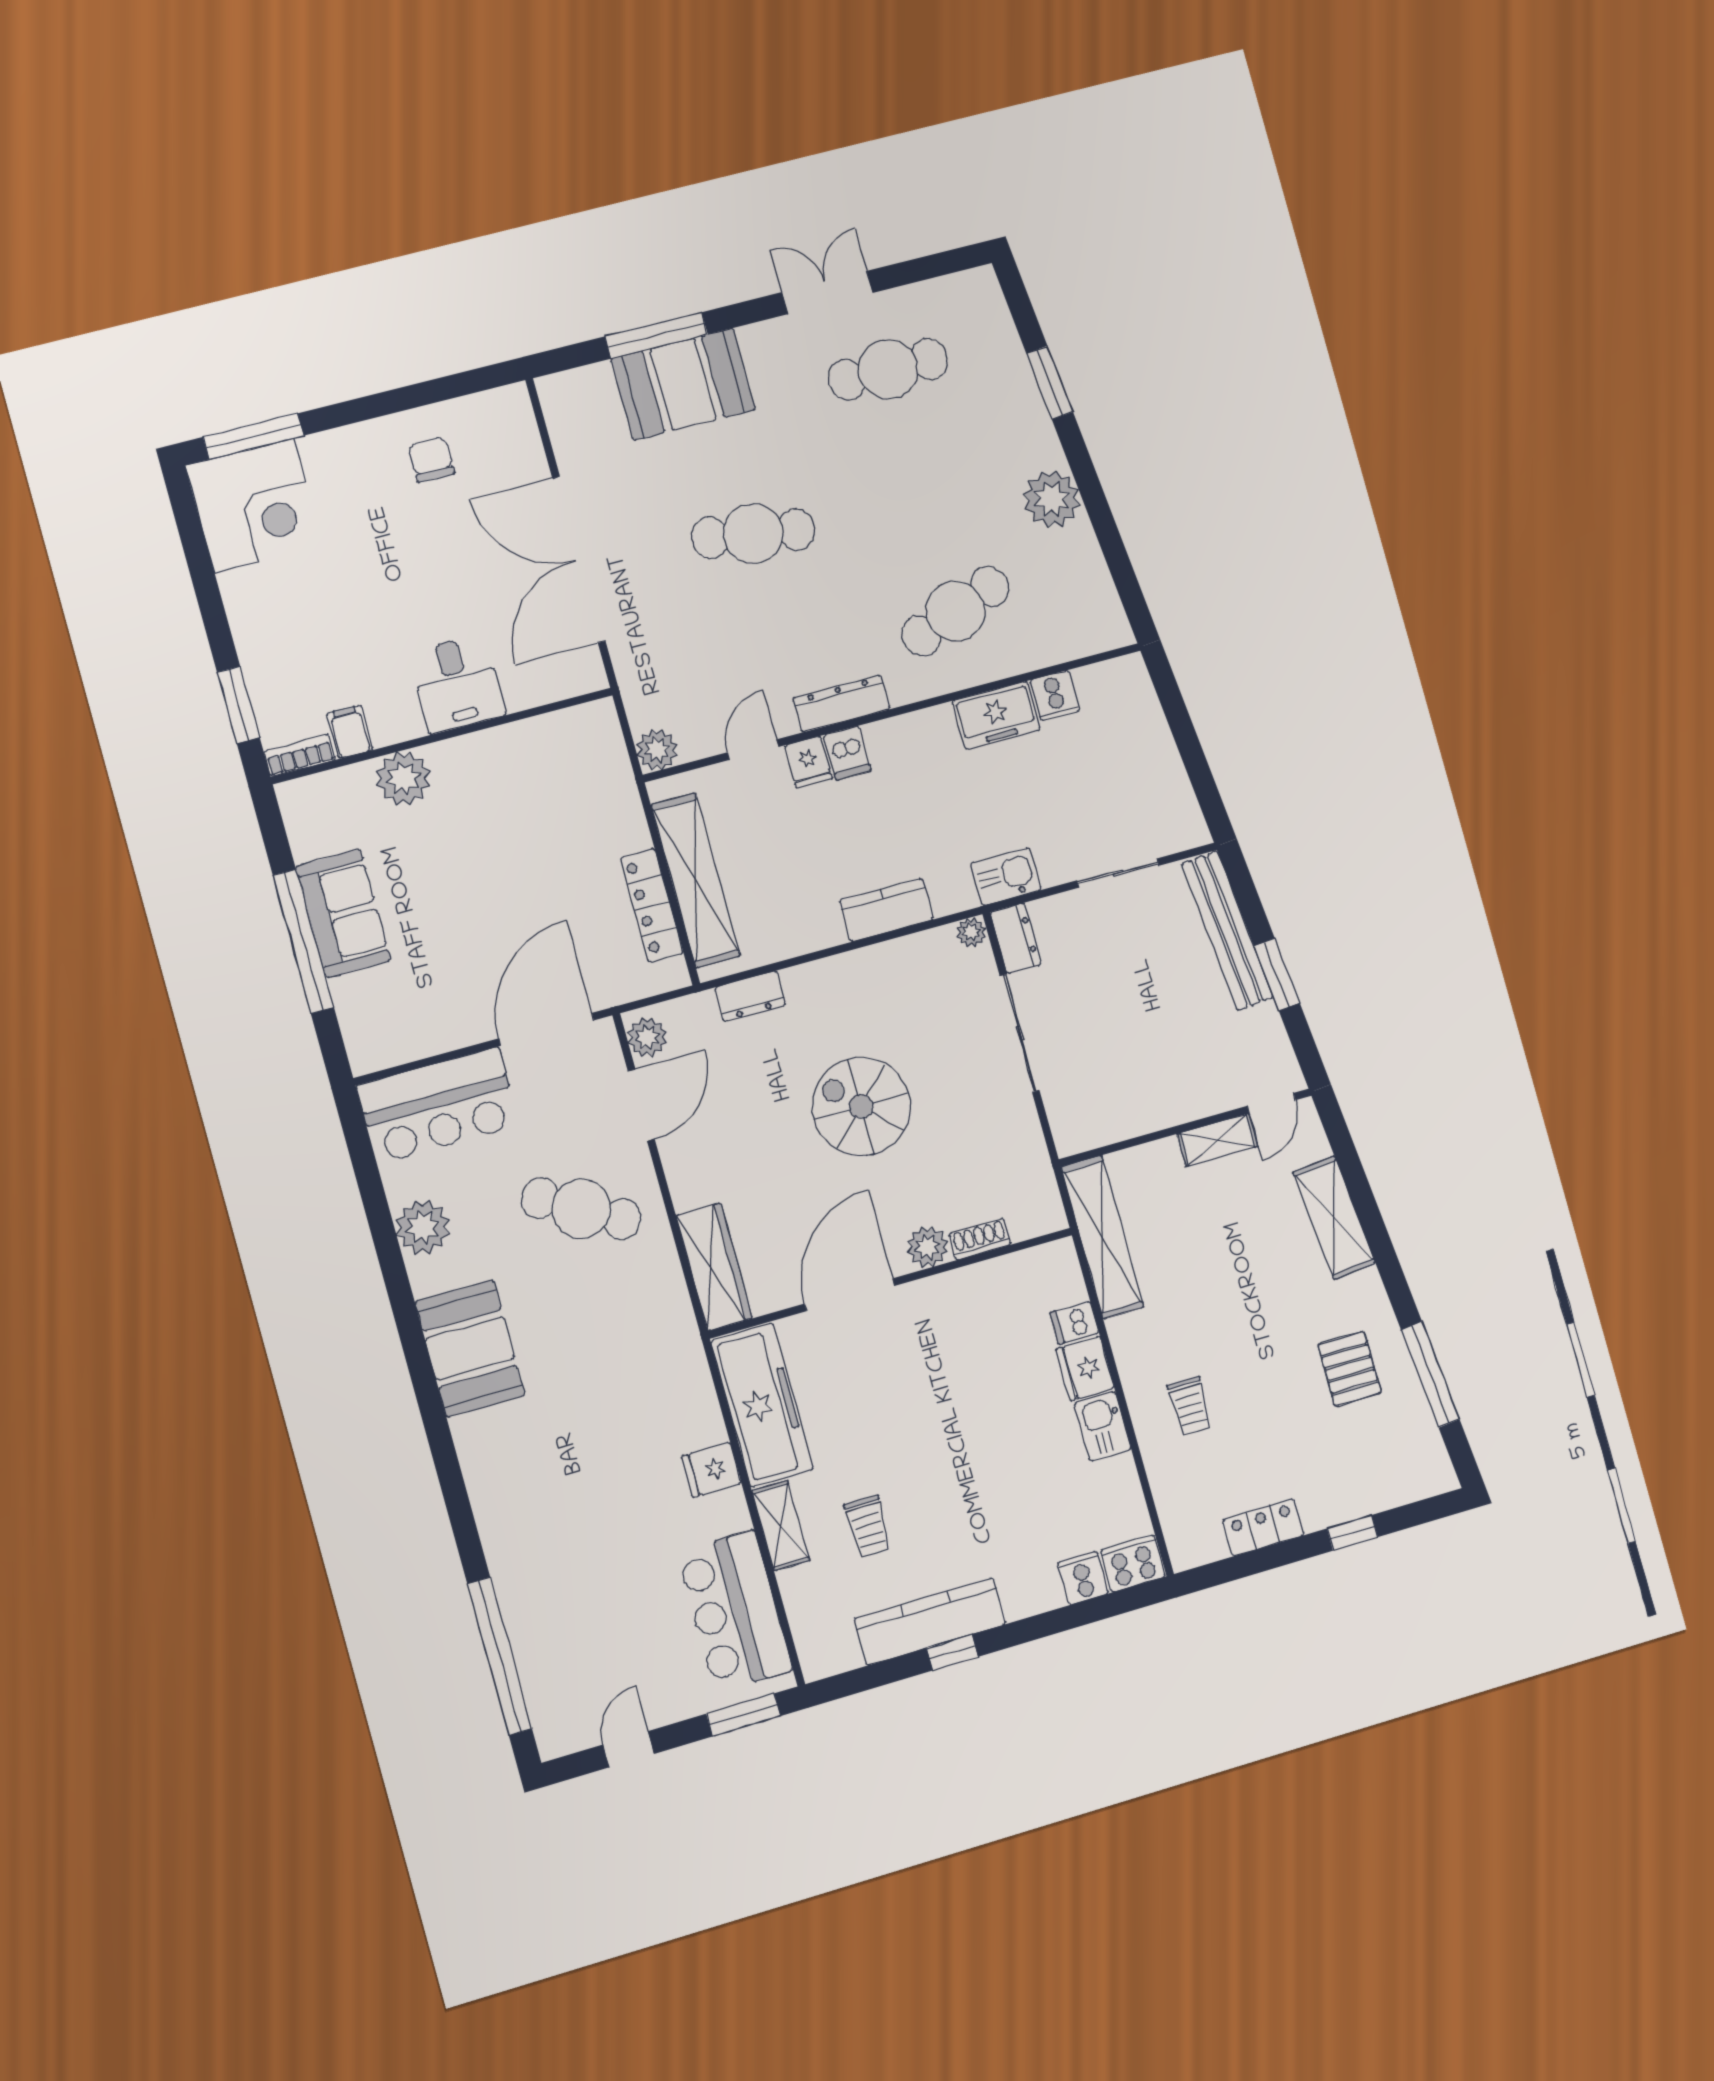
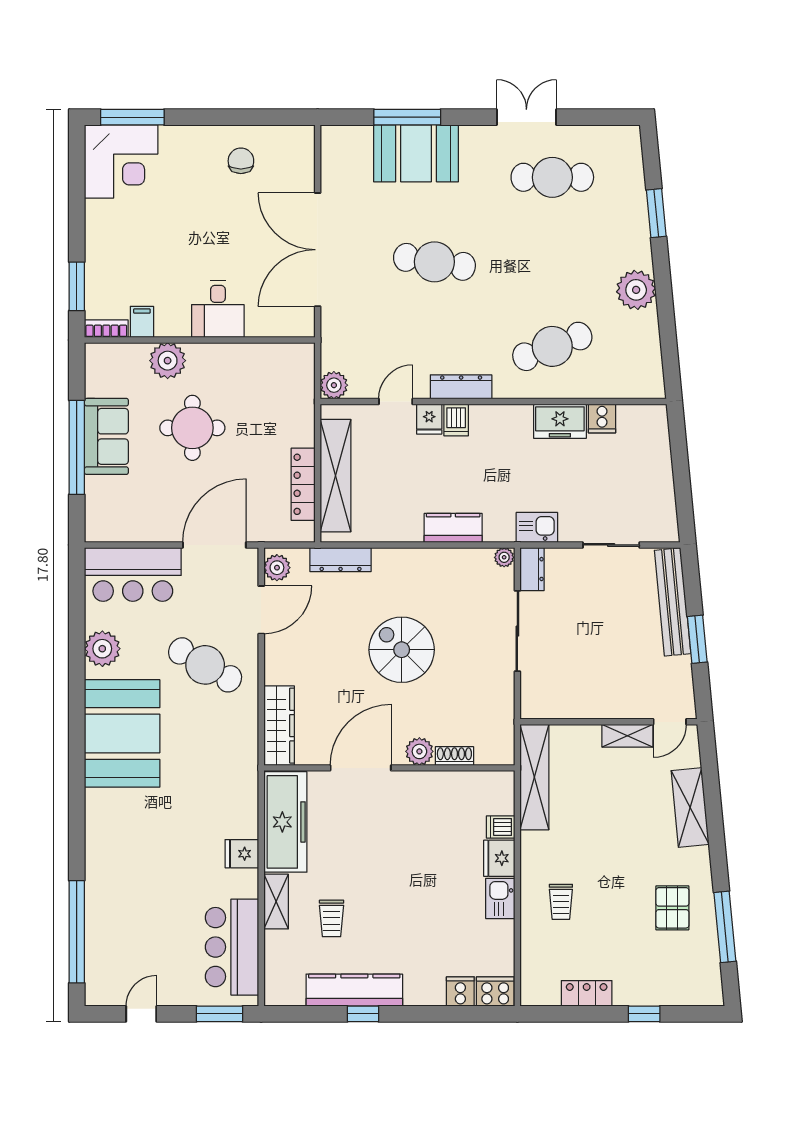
round table: (467, 867) -> (192, 428), added
dresser: (750, 996) -> (341, 560), width x1.44
booth: (470, 1348) -> (122, 733), width x1.36, depth x1.42

